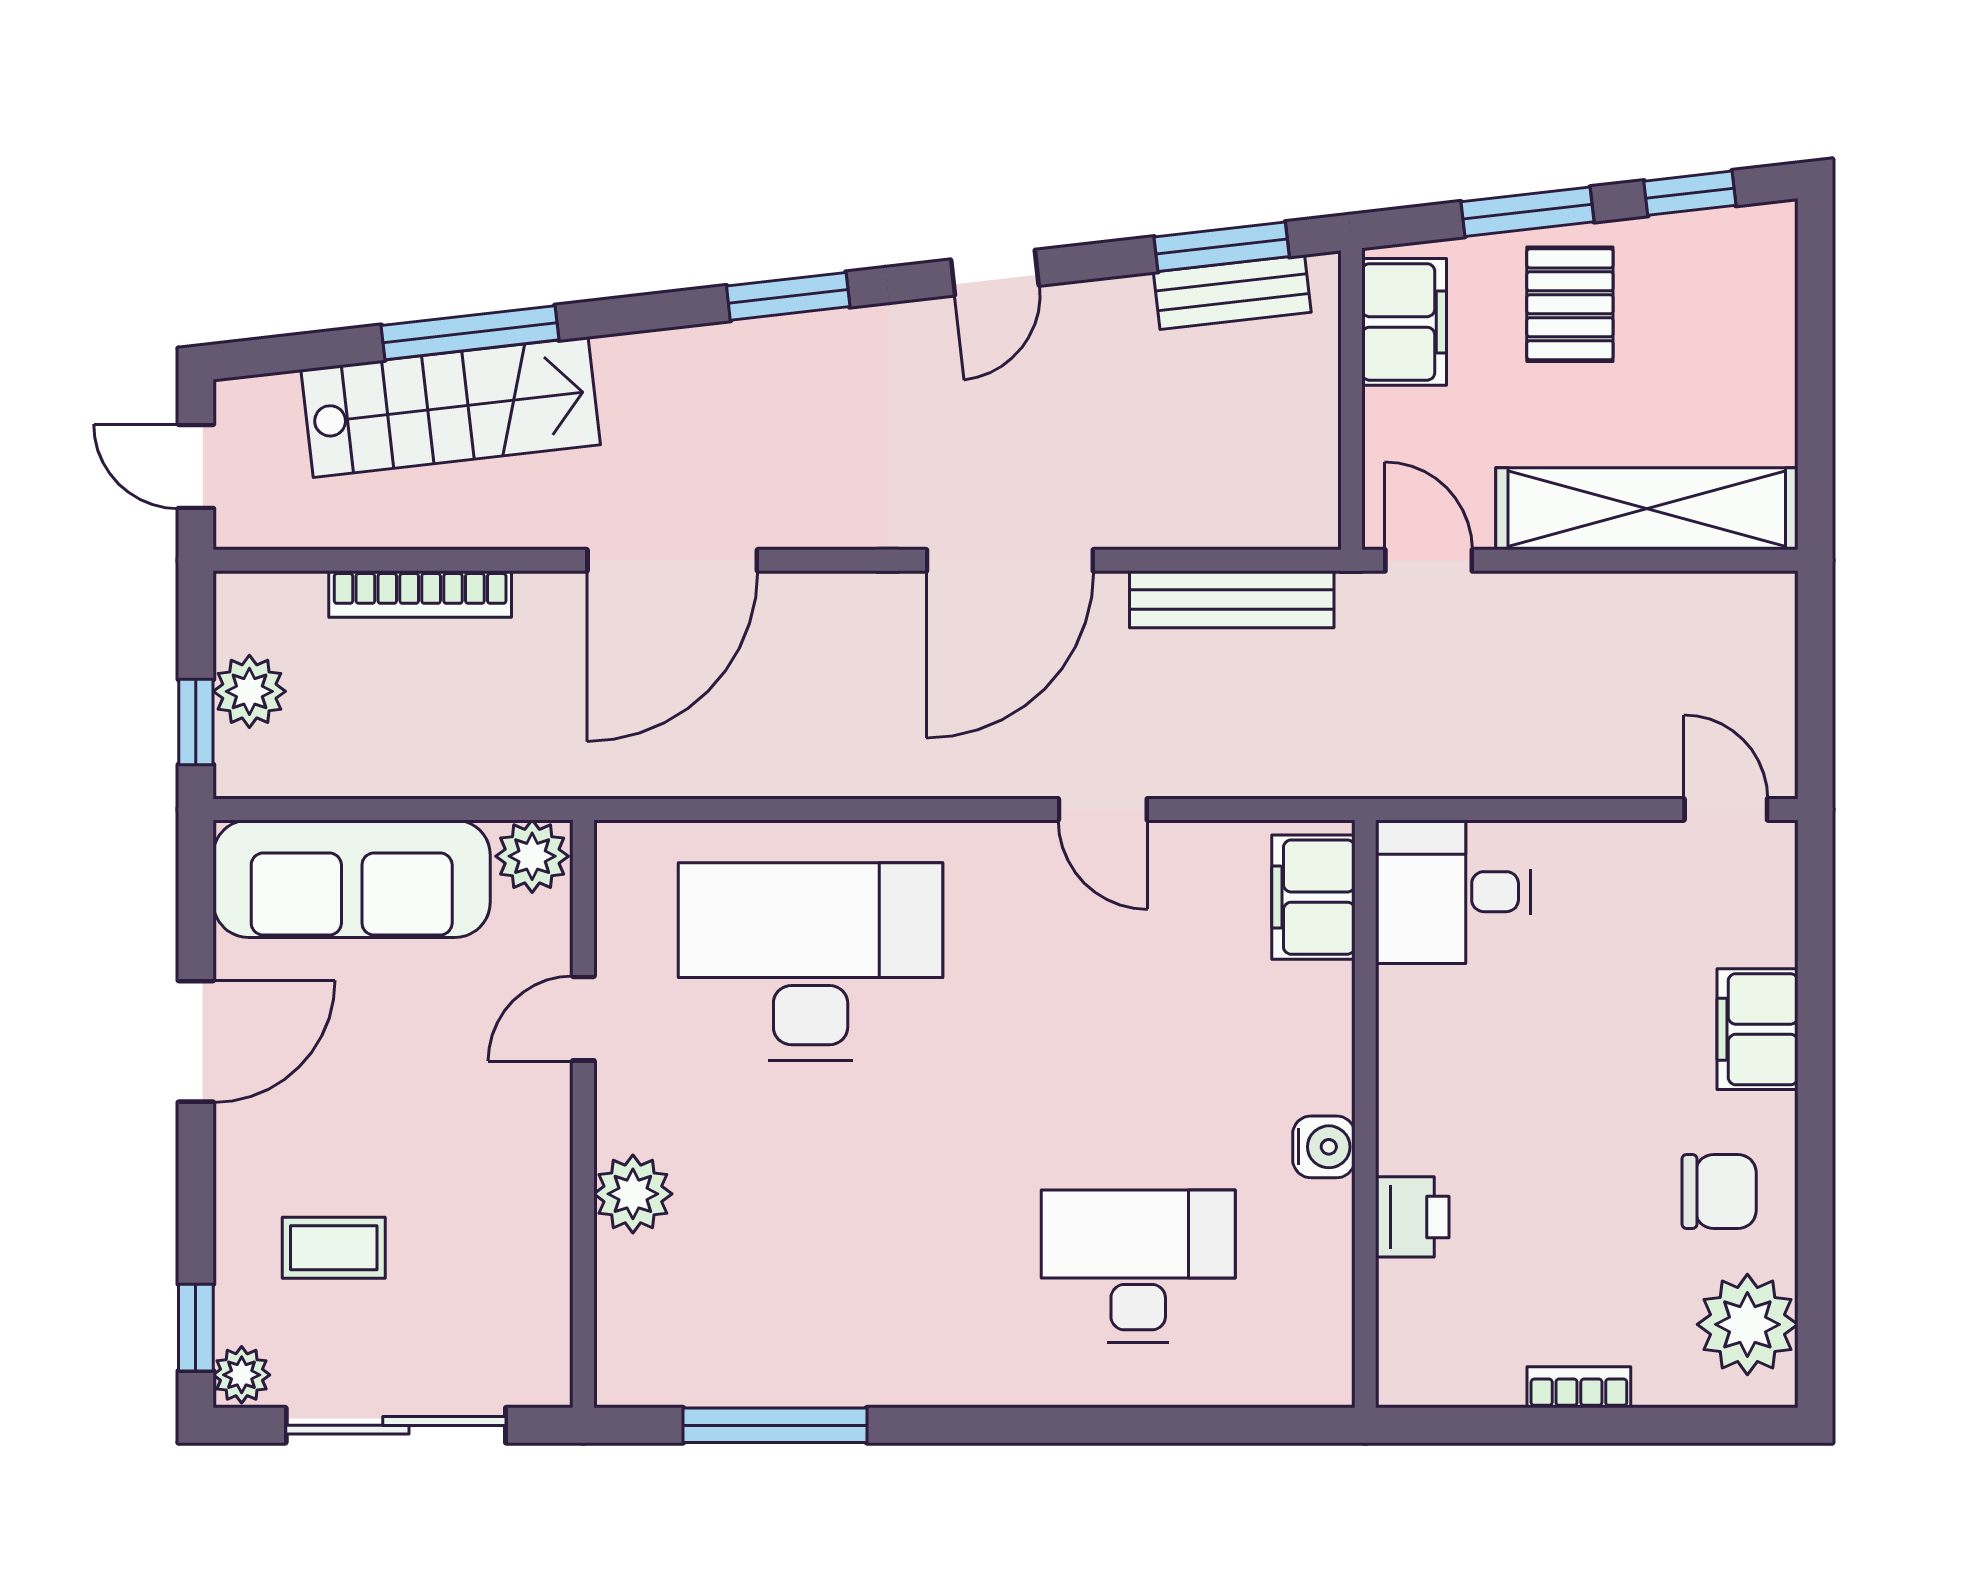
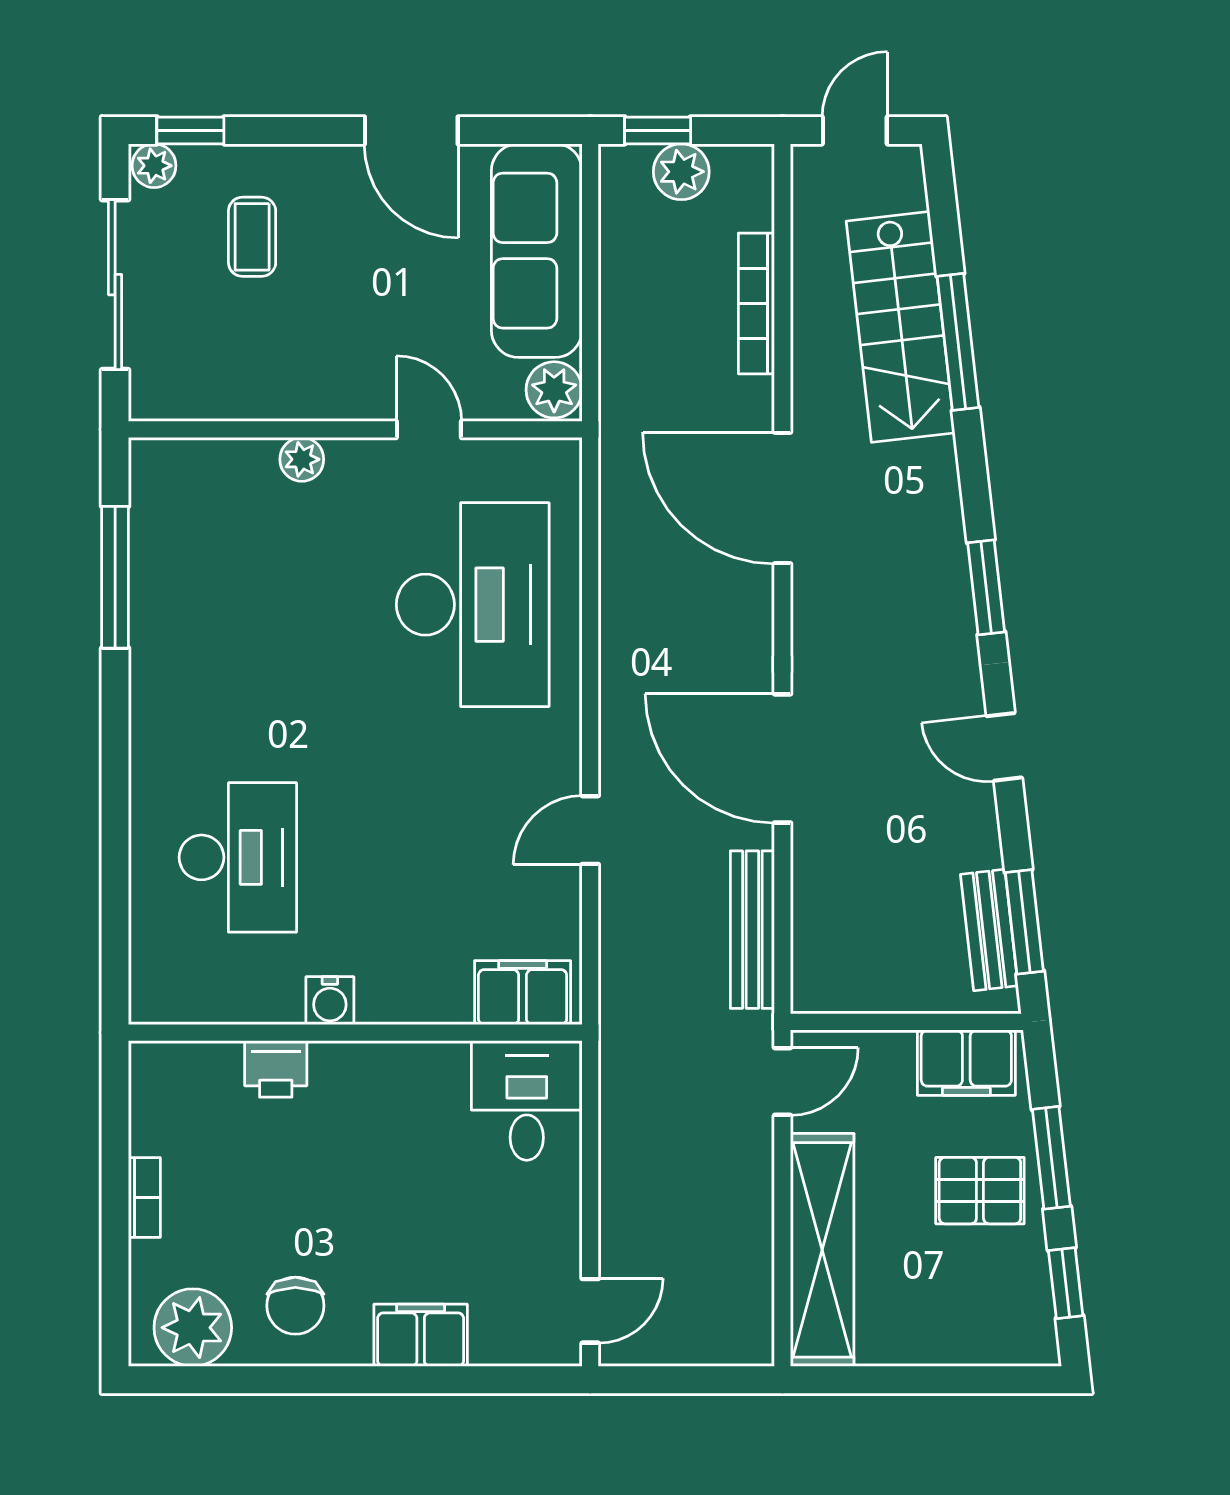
plant: (633, 1194) -> (302, 459), width x0.73, depth x0.73

